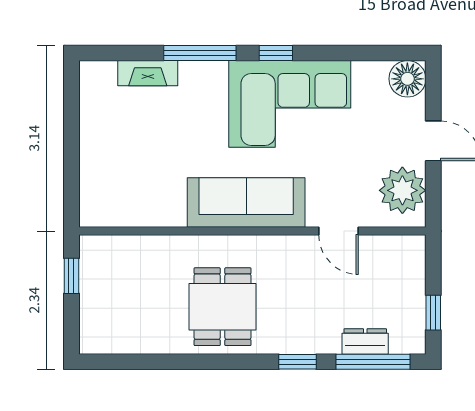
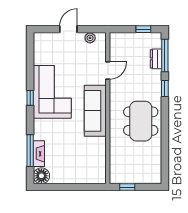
window: (200, 53) -> (30, 151), moved
floor lamp: (407, 79) -> (41, 176), moved
plant: (402, 190) -> (90, 38), width x0.53, depth x0.53
dining table: (223, 307) -> (141, 121), width x1.37

